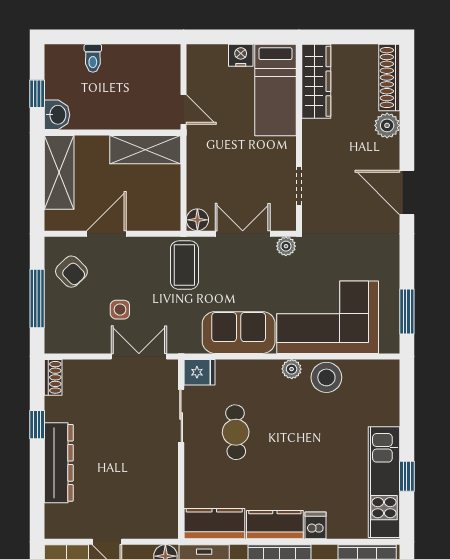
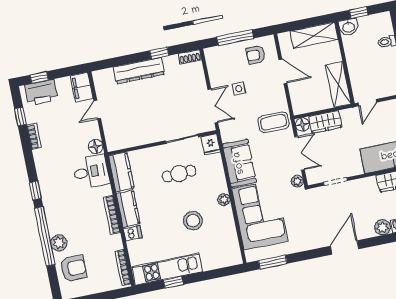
wardrobe: (201, 182) -> (325, 122), added
armchair: (71, 272) -> (256, 55), turned 44
stool: (326, 377) -> (193, 221), moved

